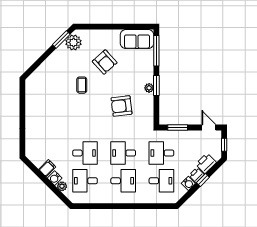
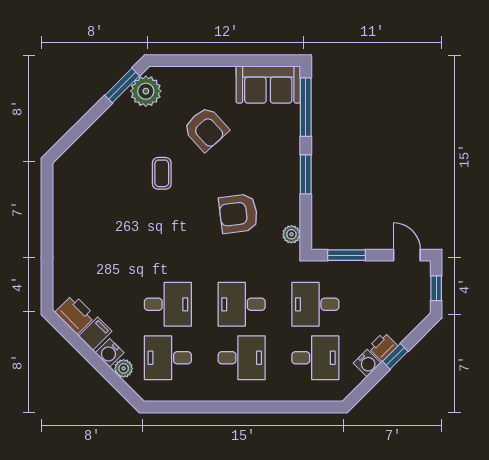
plant: (149, 88) -> (291, 234), moved
printer: (206, 163) -> (75, 314), moved, turned 90

